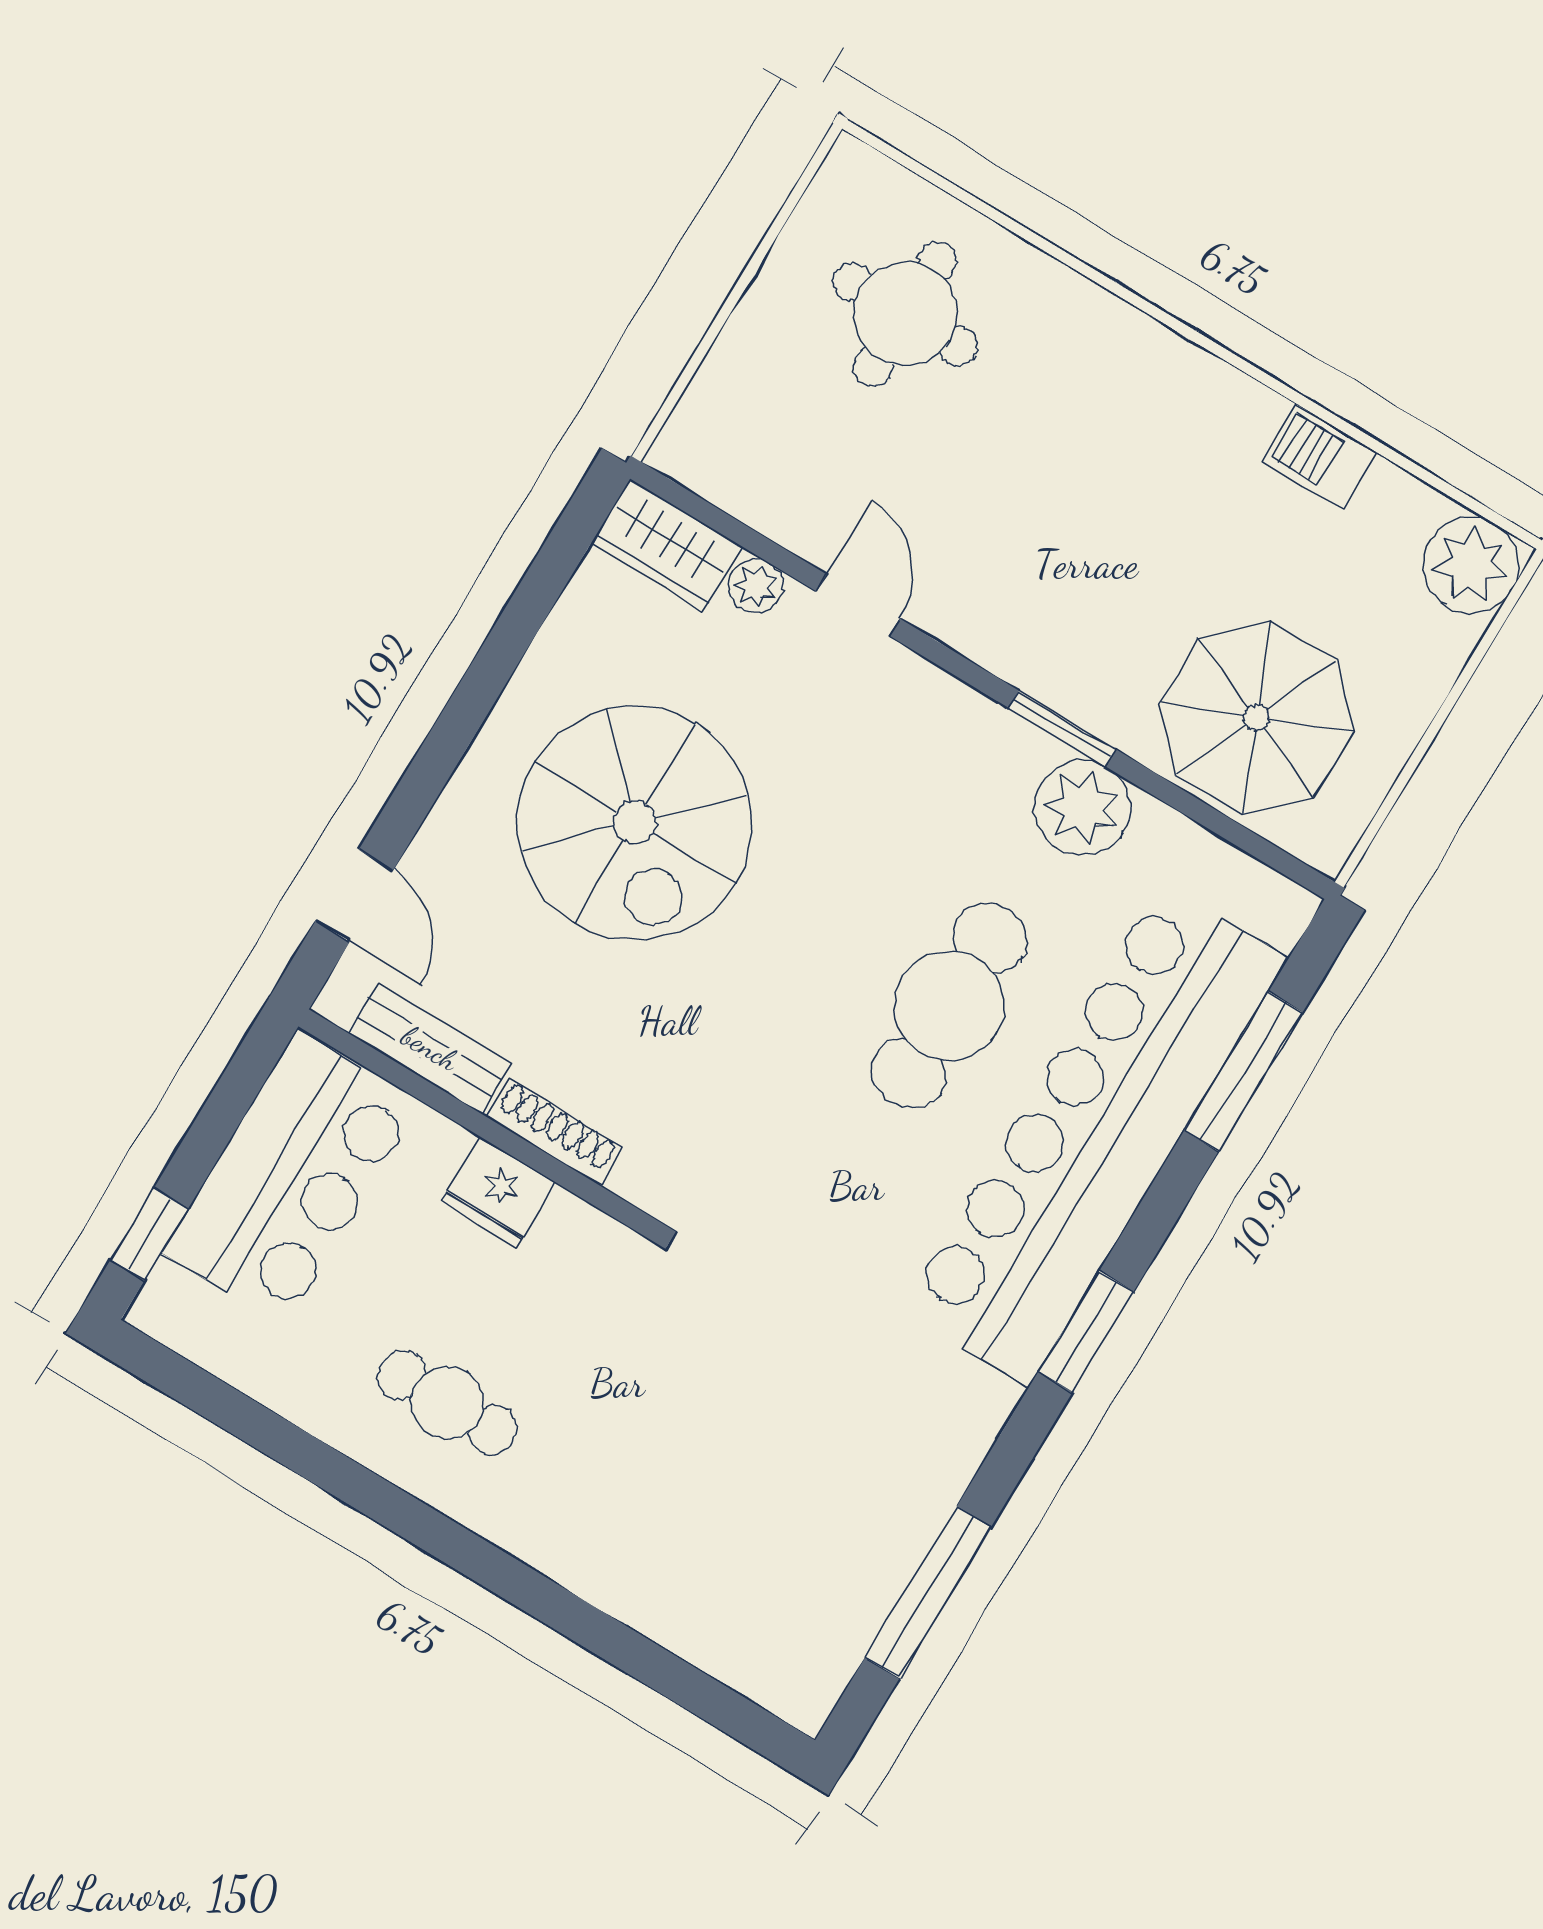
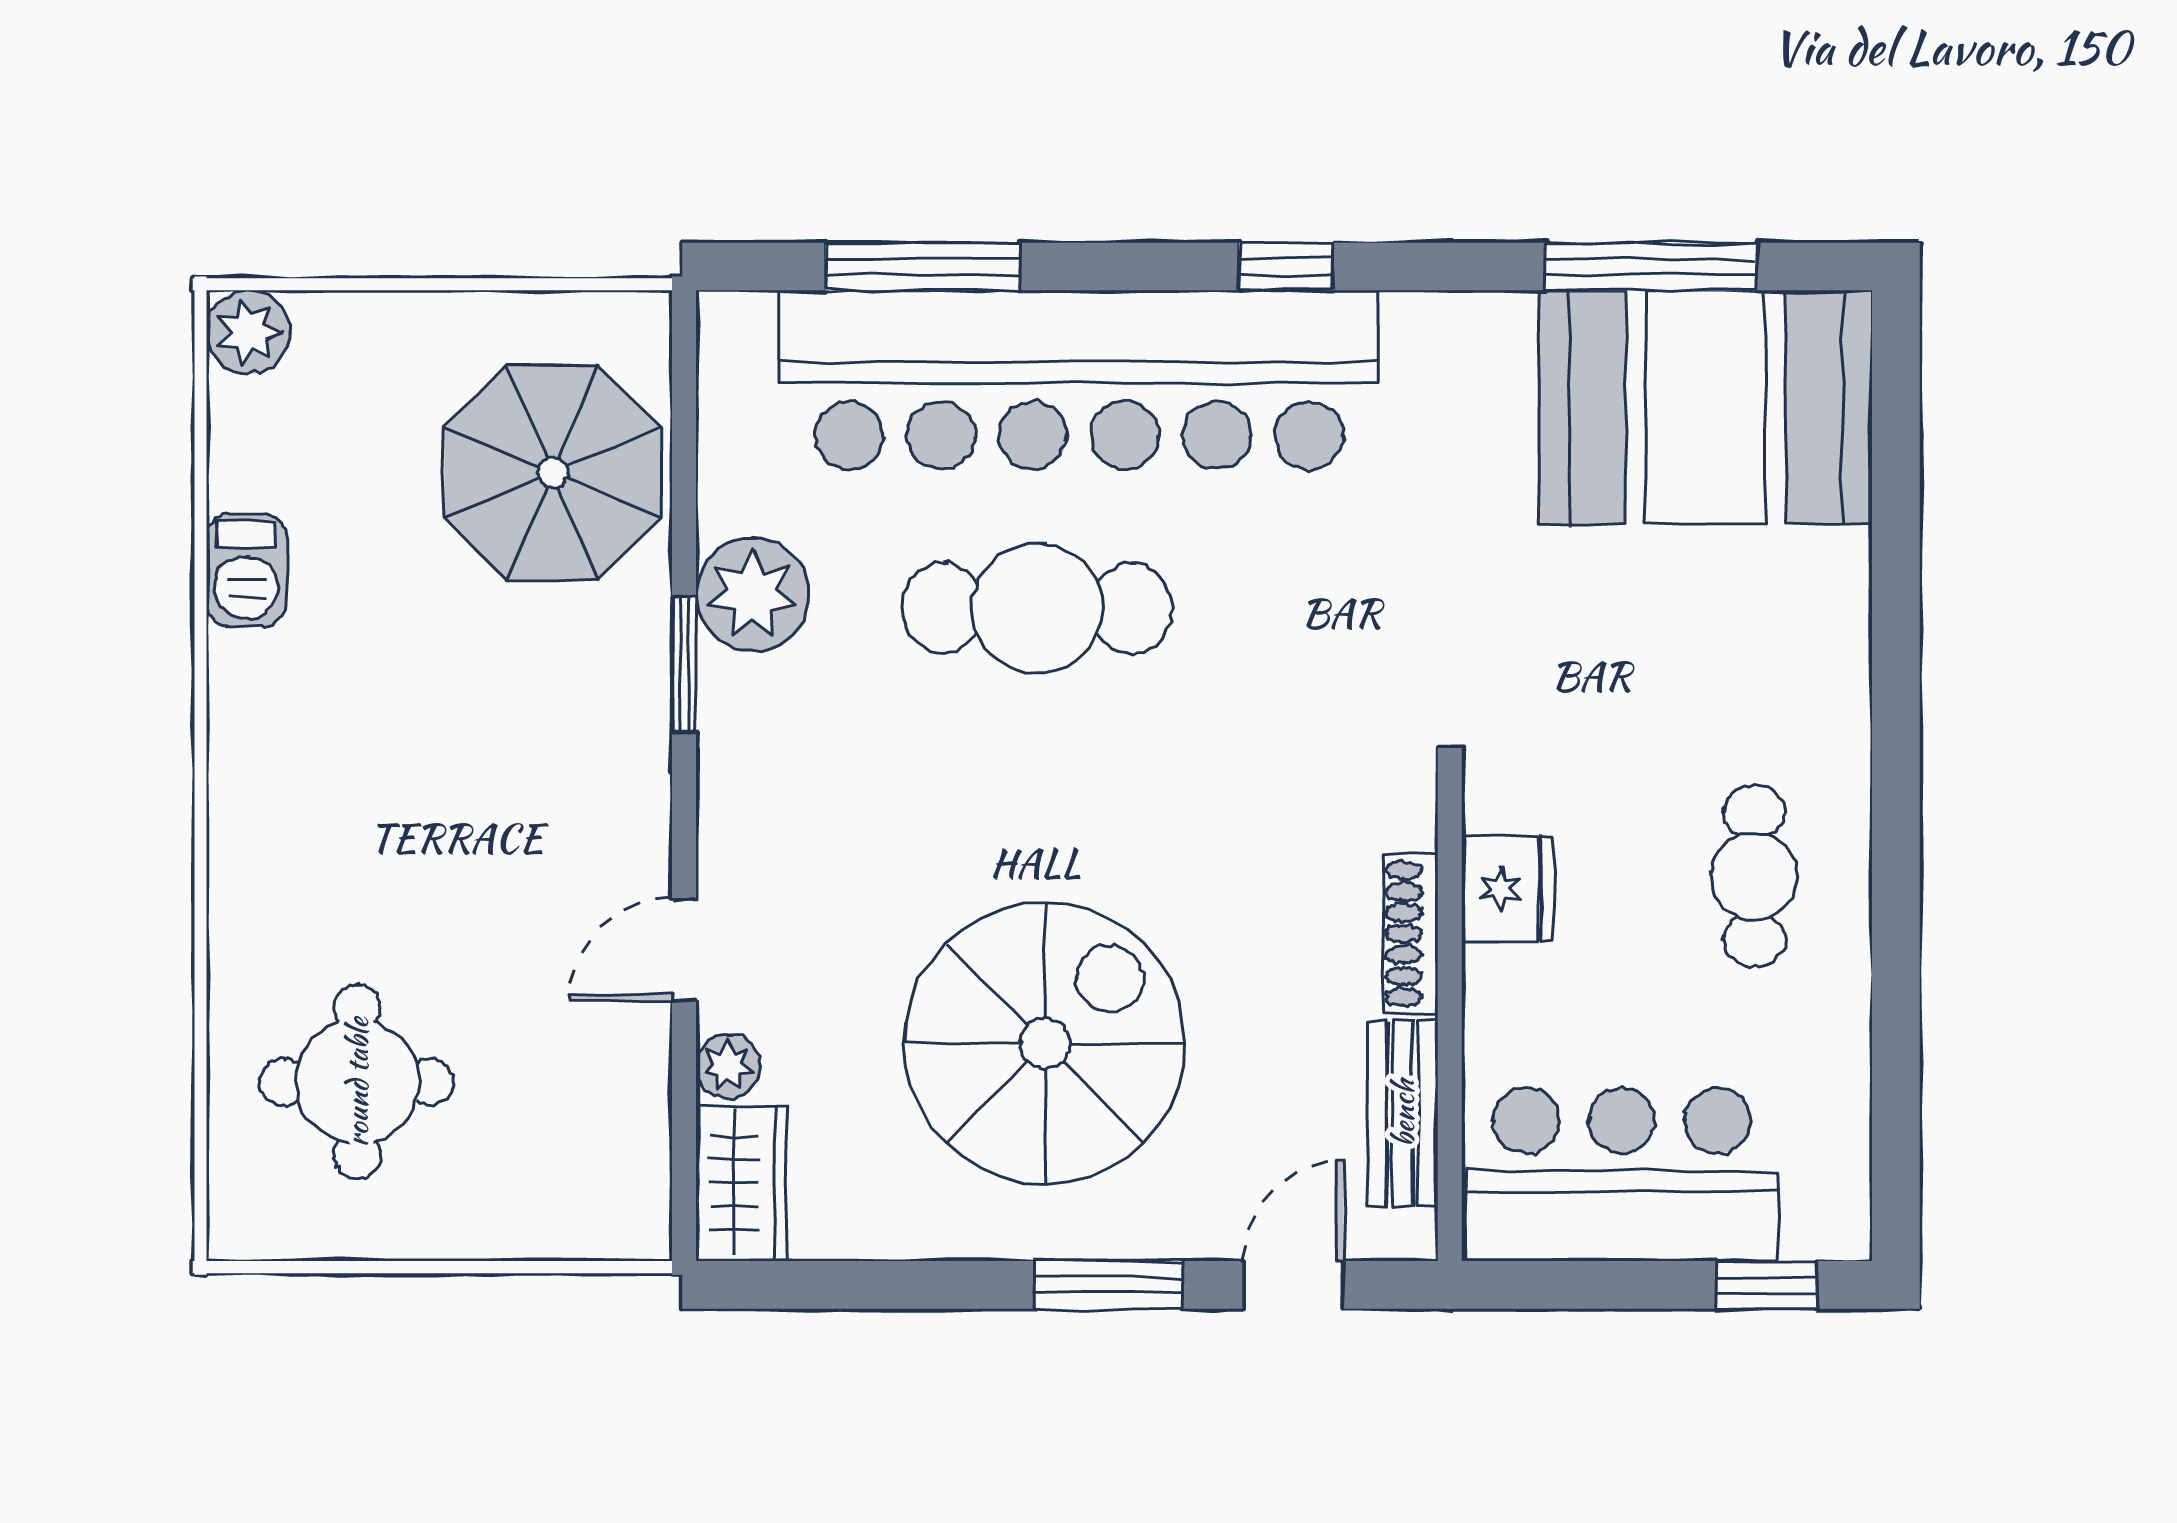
plant: (1471, 565) -> (248, 332), width x0.73, depth x0.73
window: (435, 763) -> (1108, 1285), added
fridge: (498, 1192) -> (1507, 889), moved
window: (1086, 1331) -> (1286, 266), width x0.67
booth: (804, 1571) -> (1706, 407), added

